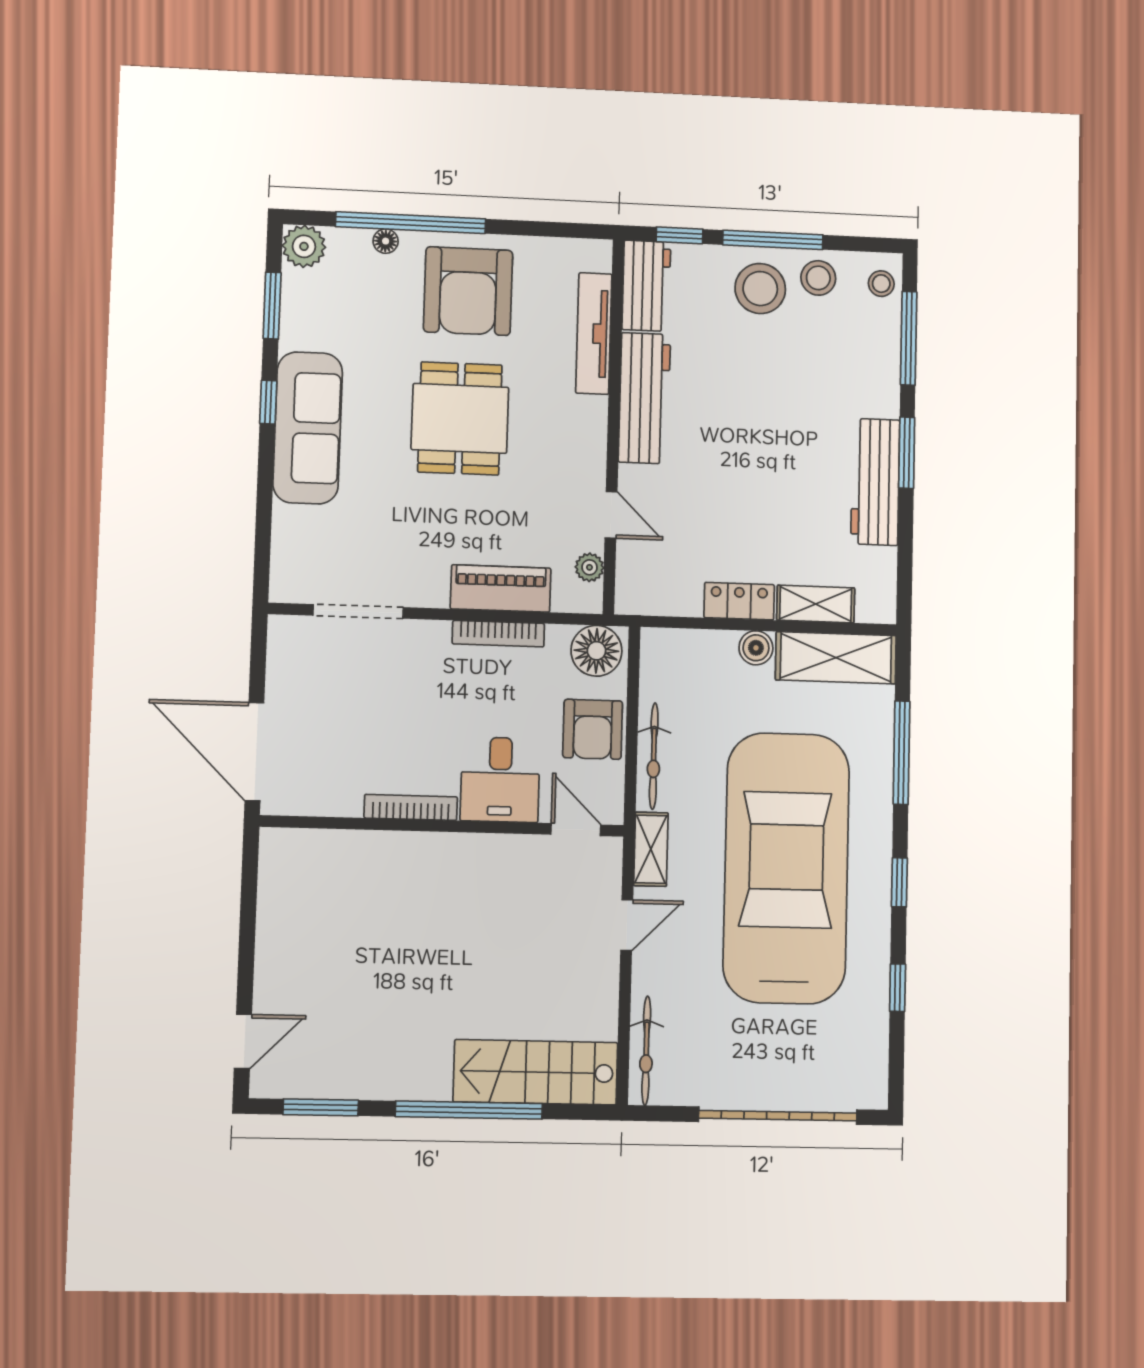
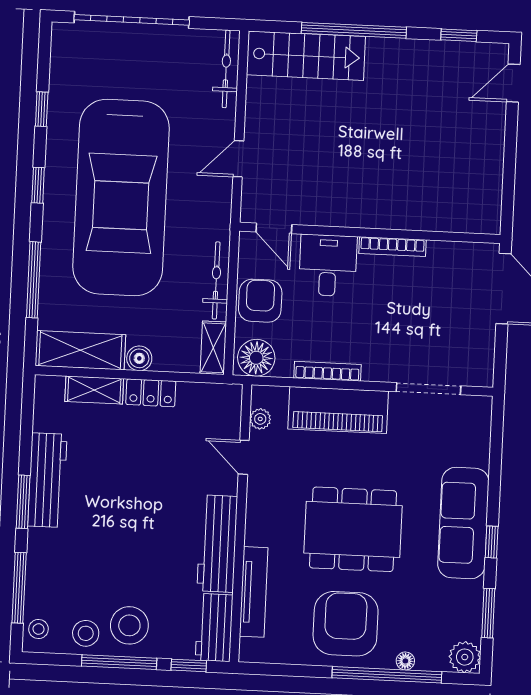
dining table: (460, 418) -> (353, 529), width x1.38
piano: (501, 589) -> (338, 410), width x1.37, depth x1.33
shelving: (651, 849) -> (213, 348), moved
window: (321, 1107) -> (459, 35), width x0.67

